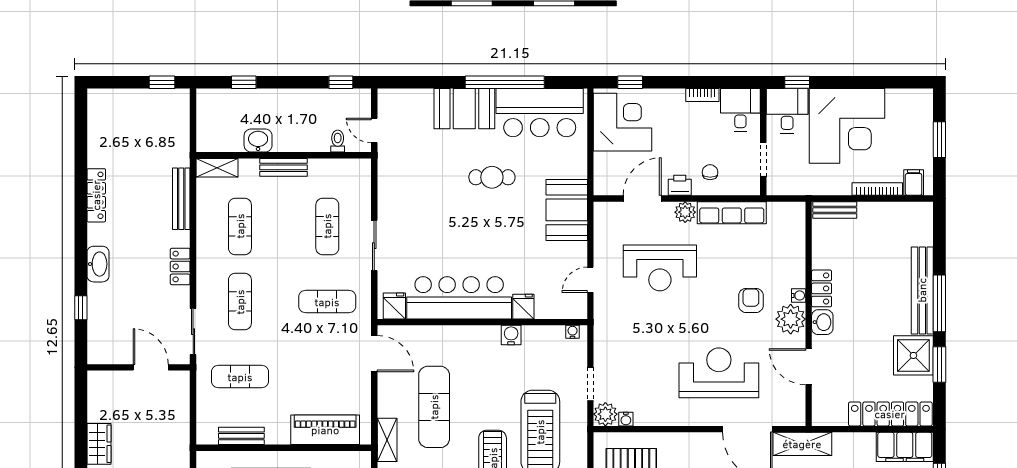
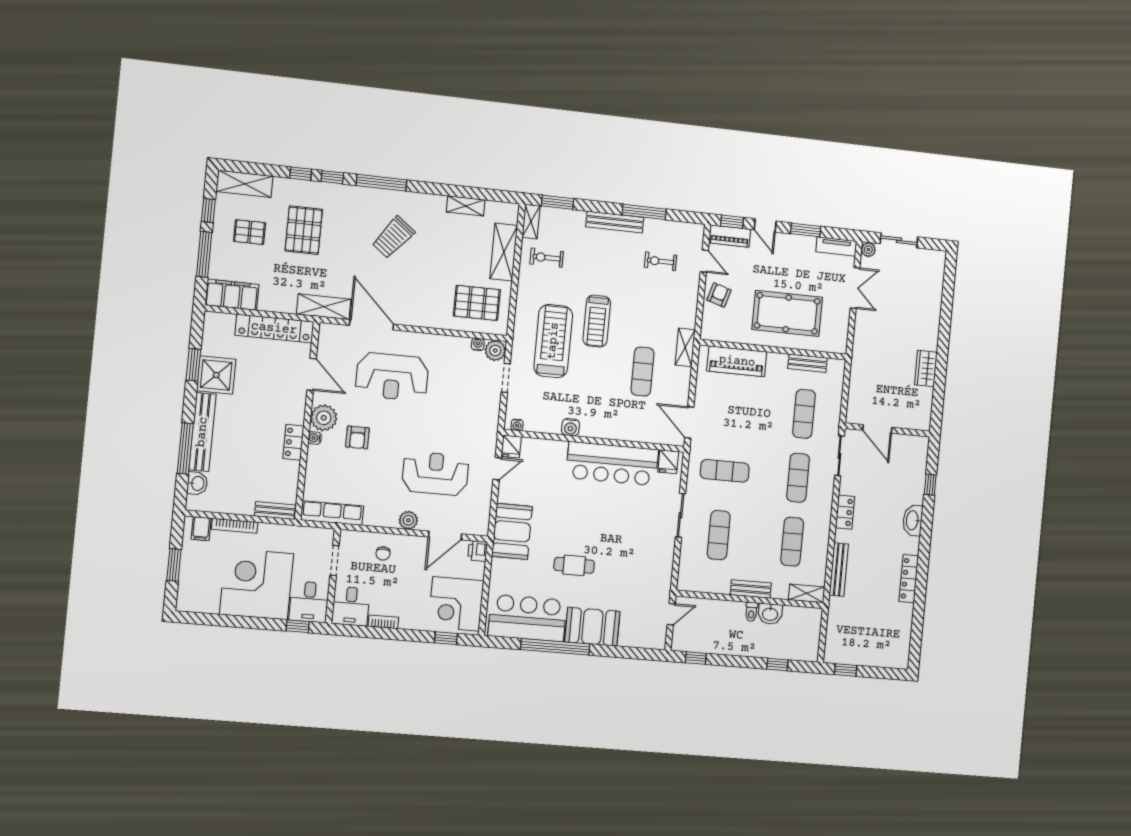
door: (374, 130) -> (671, 614), hinge flipped
toilet: (338, 141) -> (751, 612), moved
printer: (680, 185) -> (478, 551), moved, turned 90
row of seats: (732, 213) -> (332, 513), moved
window: (939, 303) -> (185, 449), moved
fridge: (523, 307) -> (511, 446), moved
washbasin: (822, 322) -> (197, 483), moved, turned 180
exercise mat: (240, 377) -> (804, 414), turned 90
exercise mat: (434, 407) -> (643, 372), width x0.73, depth x0.69
locker: (890, 414) -> (274, 328), moved

